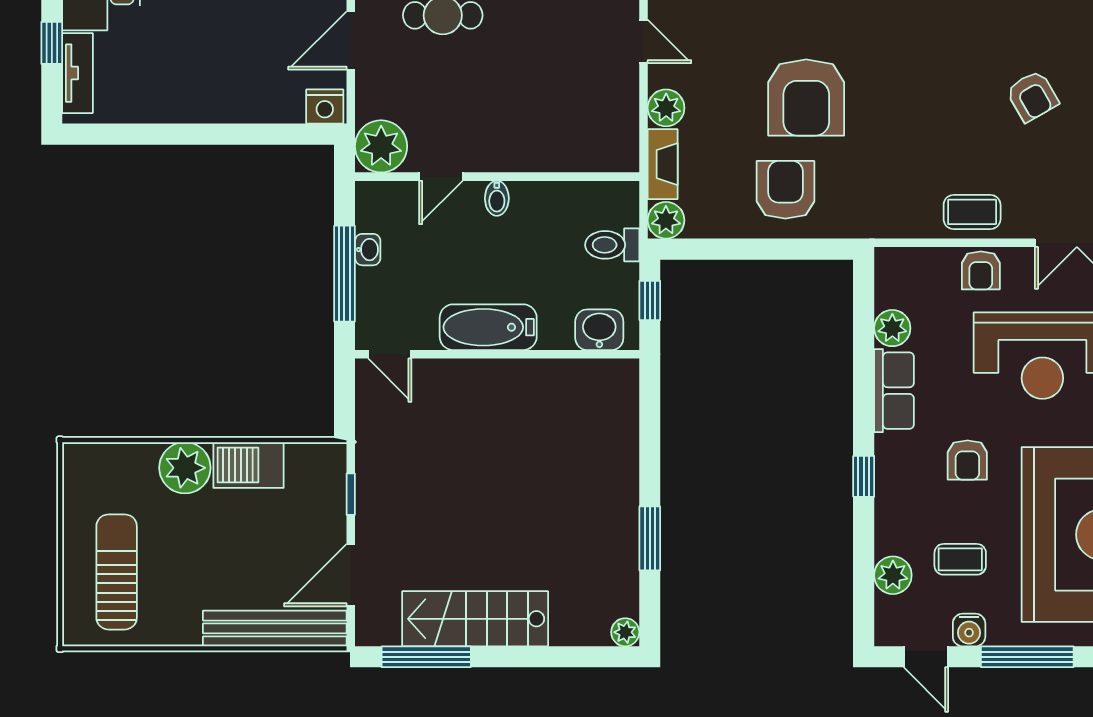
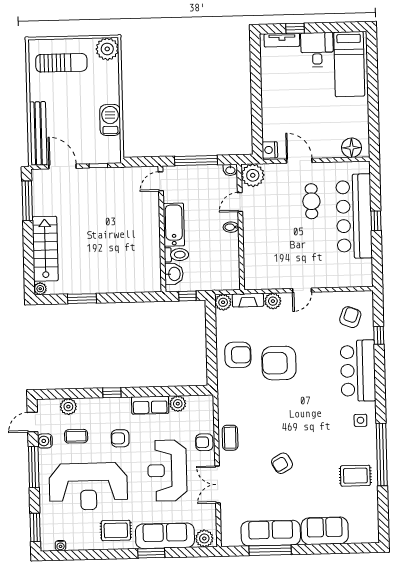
door: (441, 177) -> (240, 202), hinge flipped
toilet: (612, 245) -> (176, 255), moved, turned 90
washbasin: (368, 250) -> (230, 170), moved
plant: (185, 468) -> (107, 49), moved
coffee table: (960, 559) -> (76, 436), turned 90
stairs: (475, 619) -> (45, 249), moved

